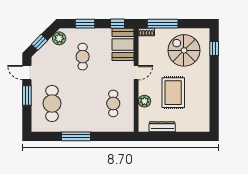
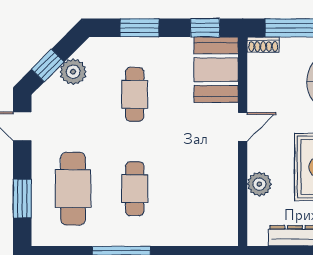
plant: (59, 38) -> (73, 72), moved
window: (27, 96) -> (22, 199), moved
cafe table: (113, 103) -> (135, 189), moved

